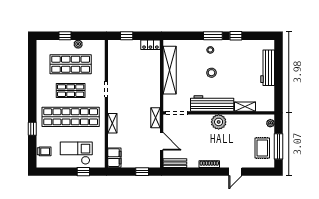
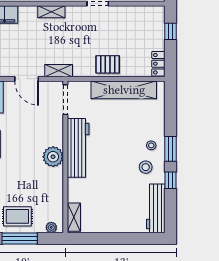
workbench: (268, 68) -> (156, 208), moved, turned -90
stool: (211, 73) -> (146, 167), moved
pallet: (151, 82) -> (108, 64), added
shelving: (245, 107) -> (74, 217), moved
door: (162, 141) -> (27, 79), hinge flipped

